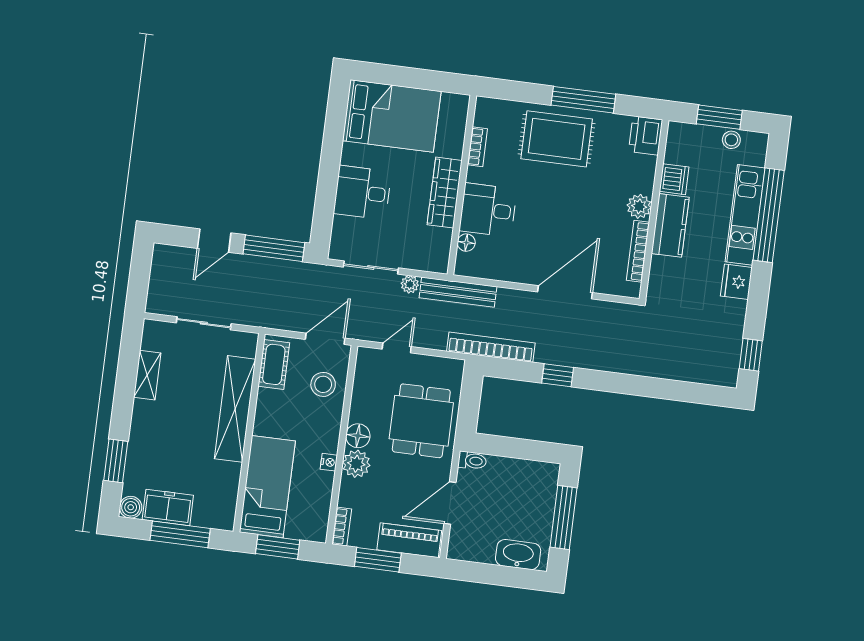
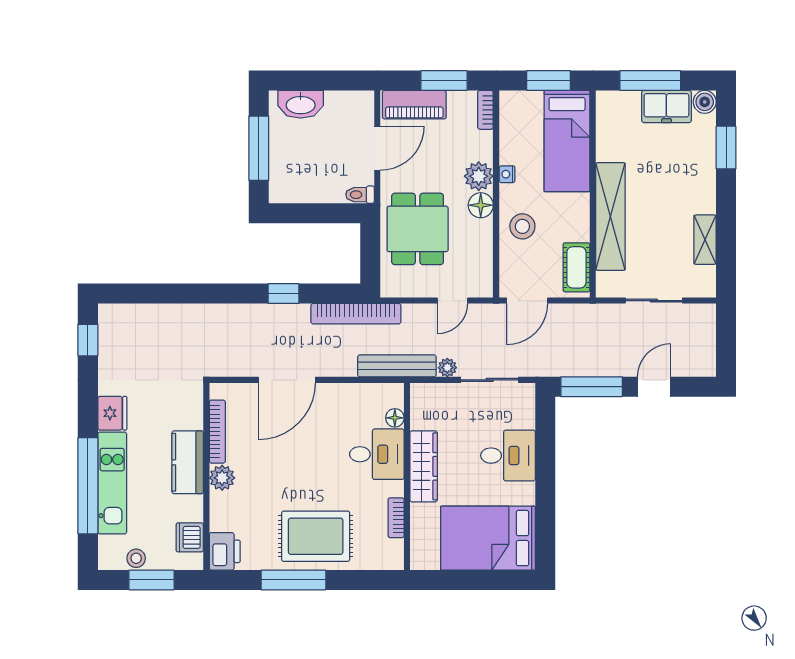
dishwasher: (674, 179) -> (190, 537), moved
stool: (323, 384) -> (522, 226), moved

